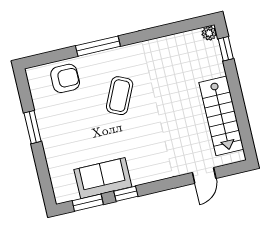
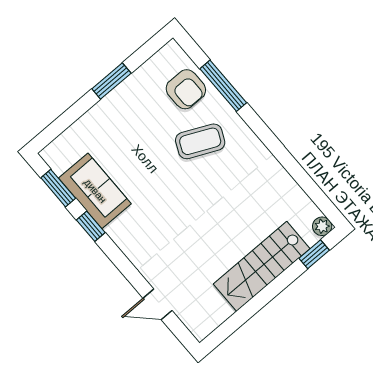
window: (98, 46) -> (223, 86), moved
coffee table: (120, 96) -> (200, 141), moved
stairs: (221, 116) -> (262, 266), moved

